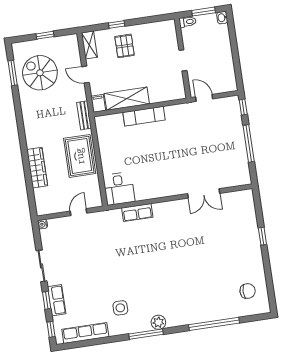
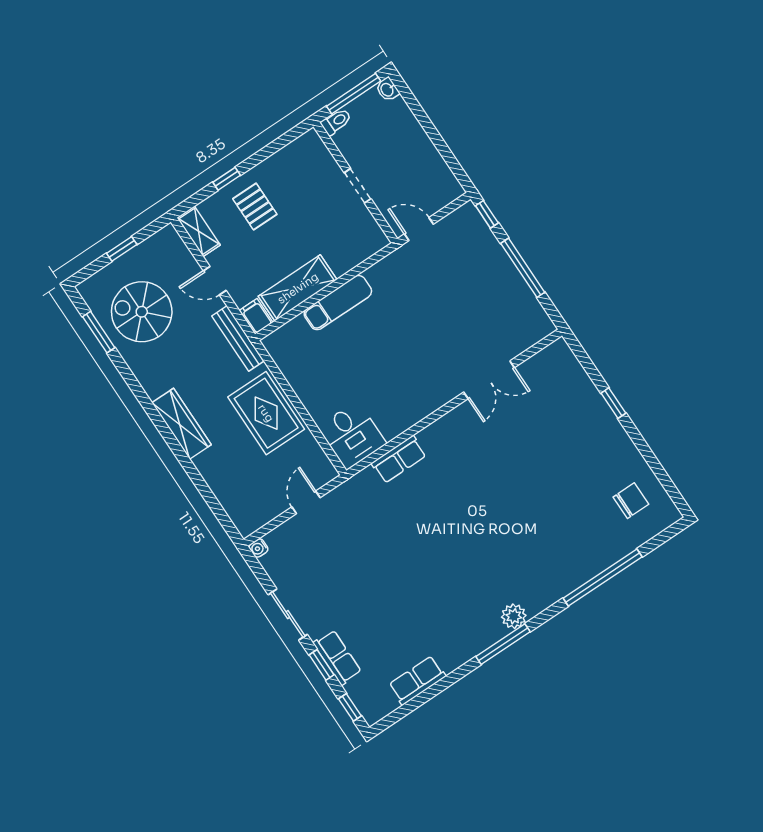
window: (204, 12) -> (354, 94), width x1.44
bench: (84, 115) -> (238, 339), width x1.36
wardrobe: (37, 168) -> (182, 424), moved
side table: (120, 308) -> (443, 622), removed
row of seats: (85, 333) -> (417, 680), width x0.68

